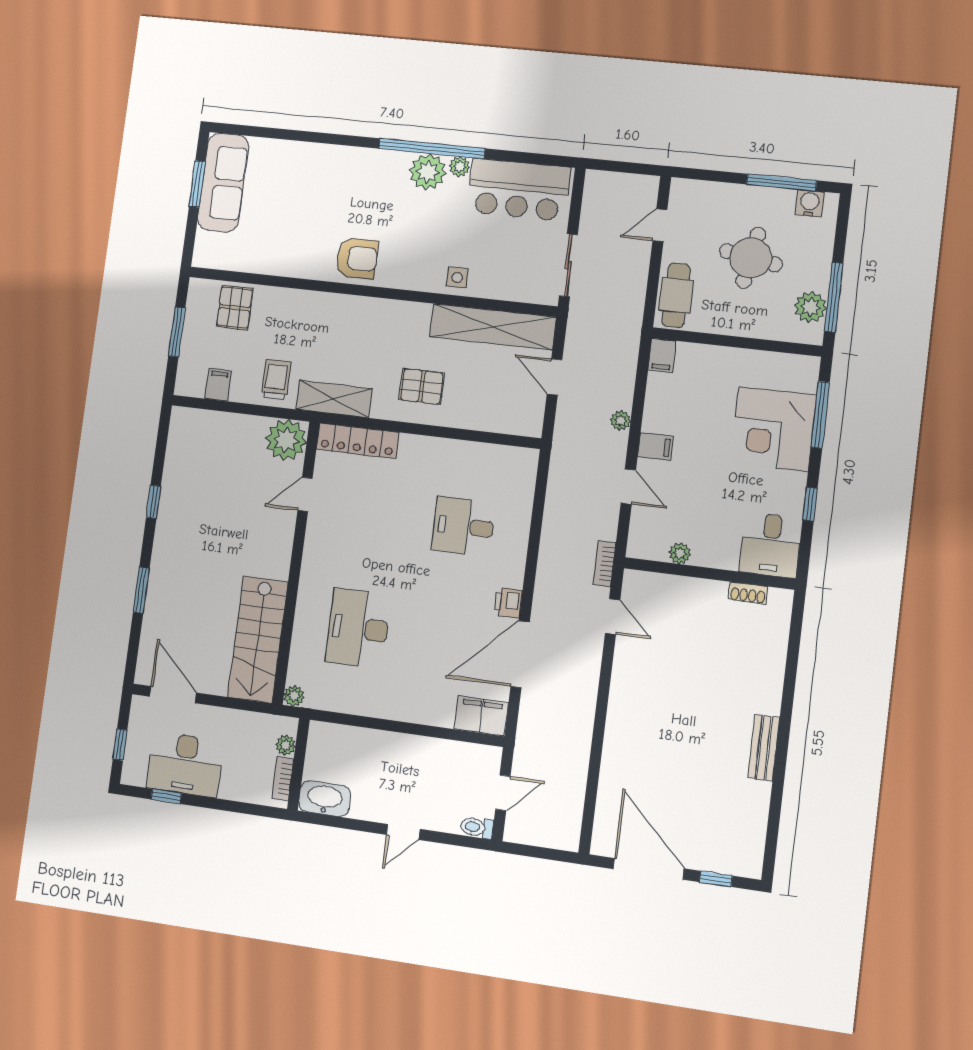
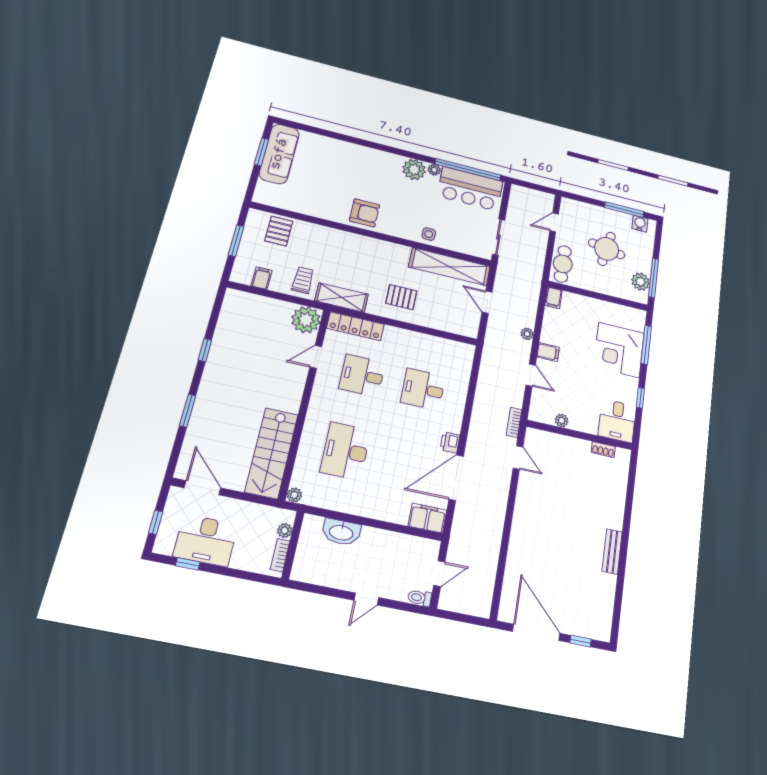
window: (432, 149) -> (468, 170), moved
desk: (373, 515) -> (362, 375), added
washbasin: (325, 799) -> (341, 532), moved, turned 180

